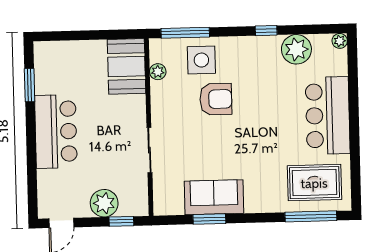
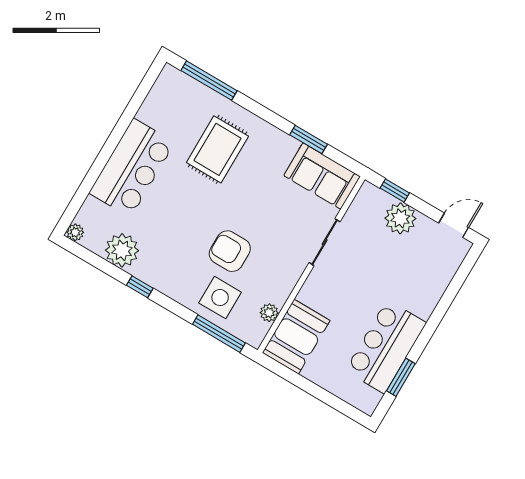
bar counter: (56, 131) -> (386, 347), moved
rug: (314, 183) -> (217, 149), moved, turned 90
sofa: (214, 197) -> (322, 176), moved

